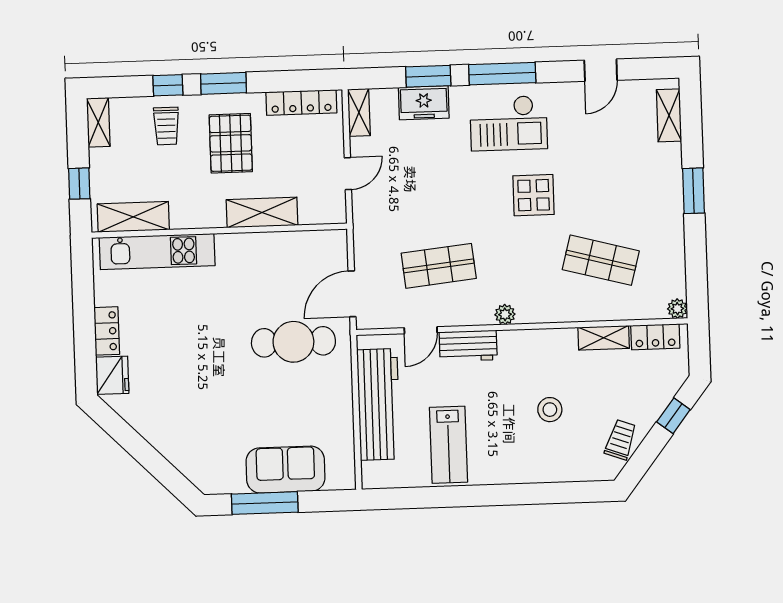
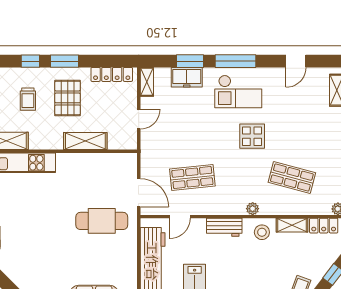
trolley: (166, 126) -> (28, 99), moved
door: (352, 294) -> (139, 193), swing flipped
plant: (505, 314) -> (253, 209), moved
workbench: (468, 346) -> (224, 227), moved
stool: (550, 410) -> (262, 232), moved

